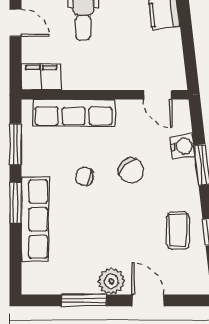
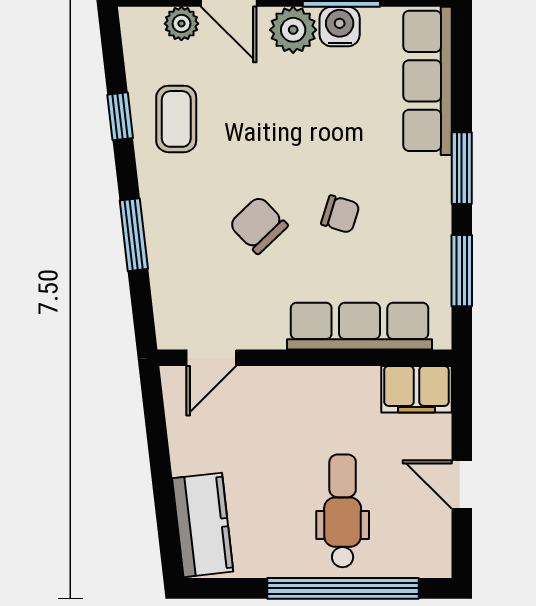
door: (158, 95) -> (211, 358), swing flipped
water cooler: (183, 146) -> (340, 27), moved, turned 97
row of seats: (35, 219) -> (427, 81), moved
plant: (175, 285) -> (181, 24), added

